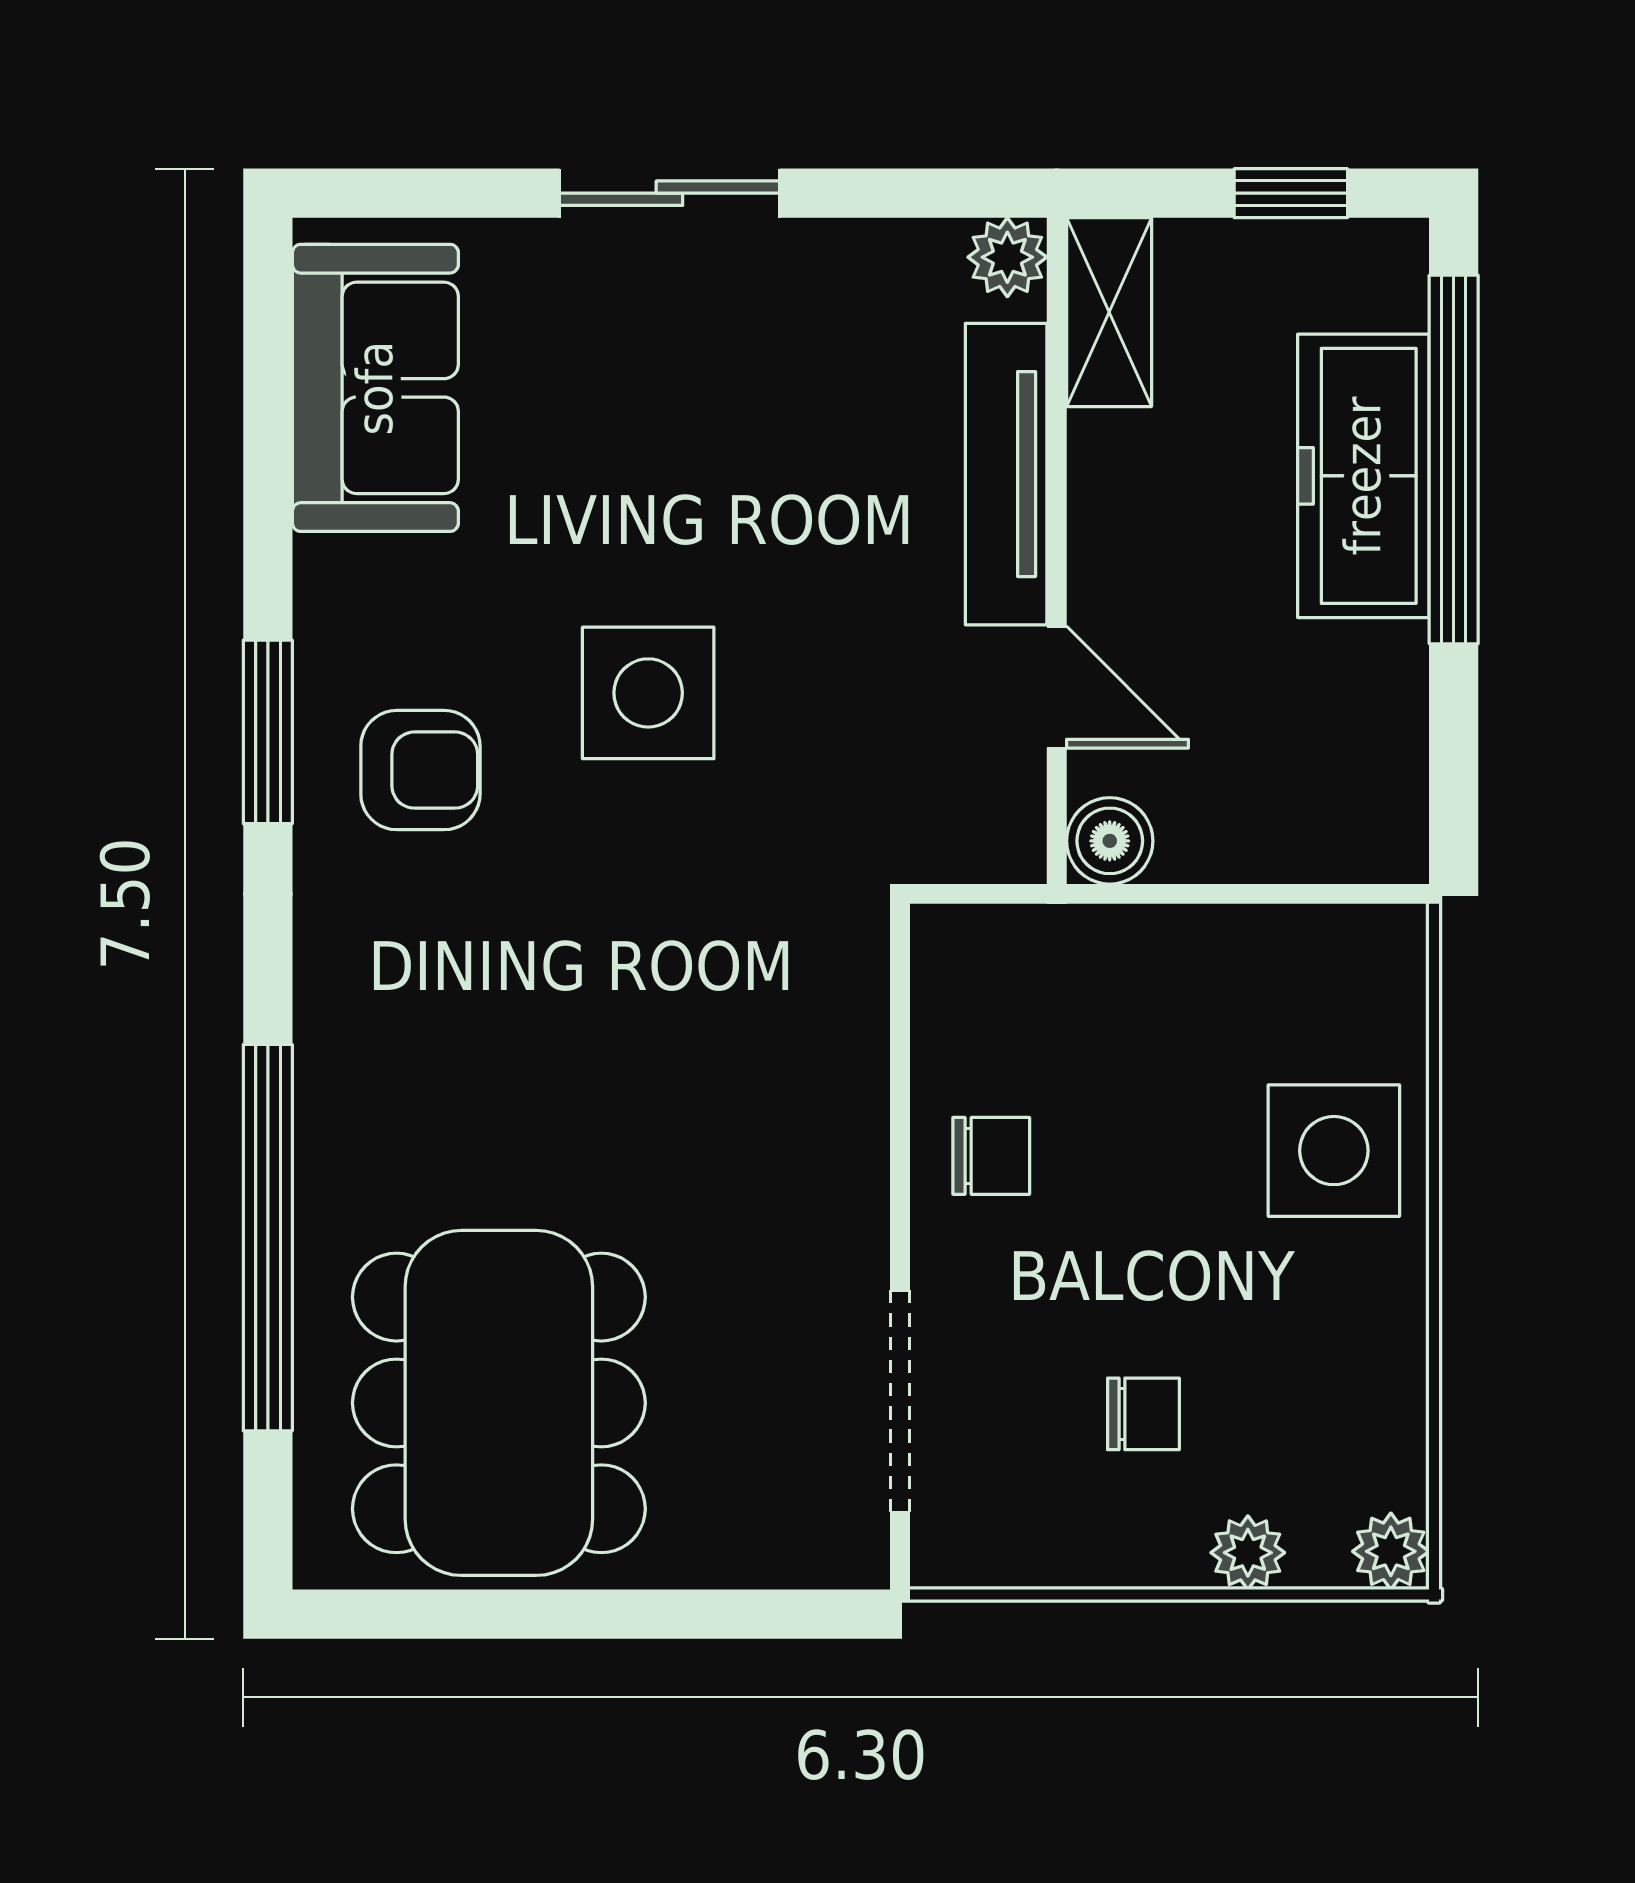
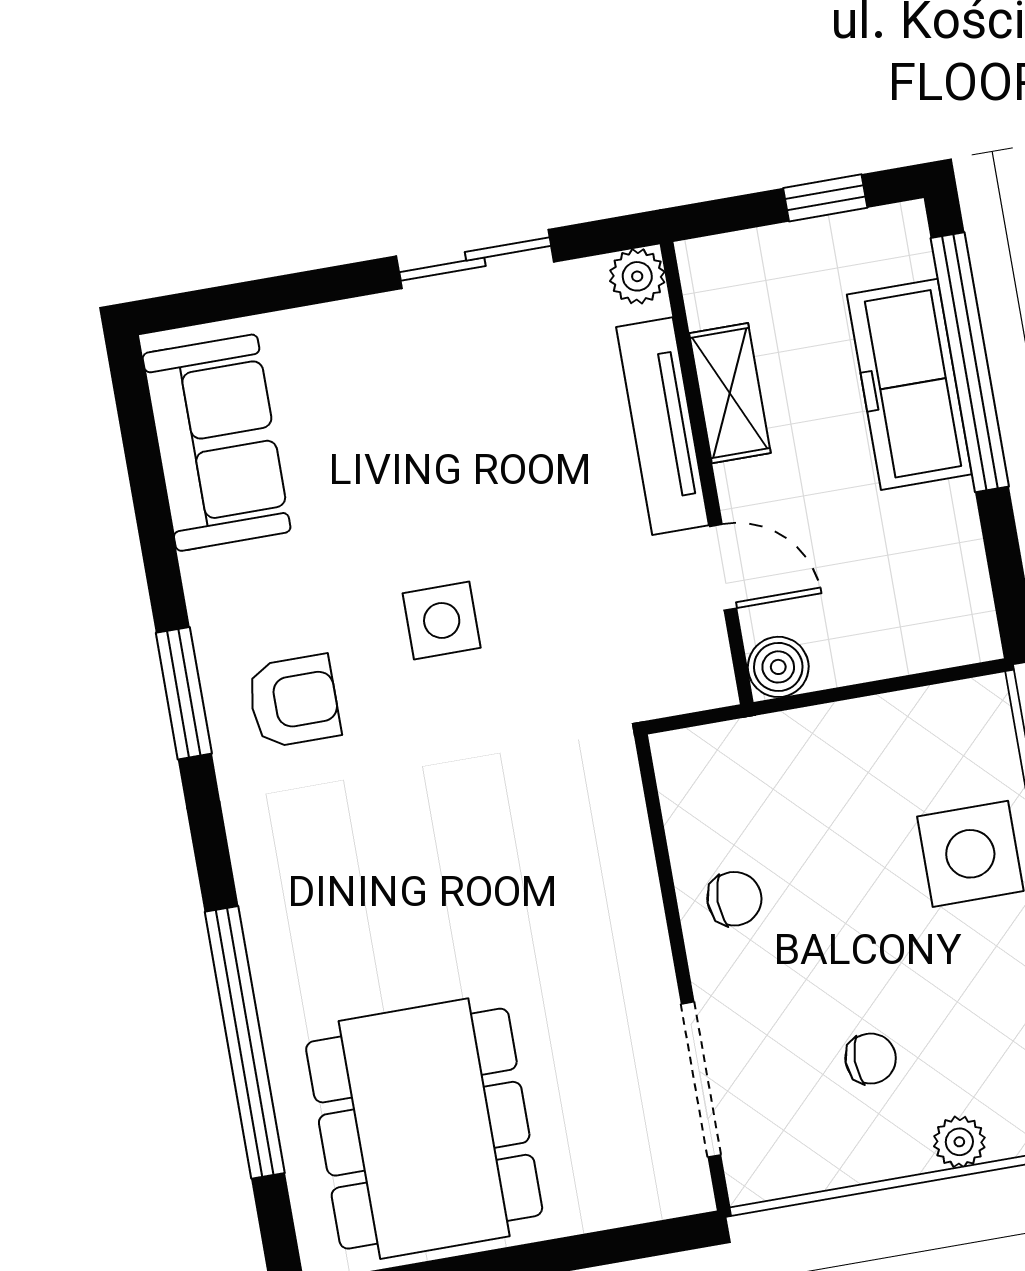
sliding door: (669, 193) -> (475, 259), moved
shelving: (1109, 312) -> (730, 393), moved
side table: (648, 693) -> (442, 620), width x0.73, depth x0.73

